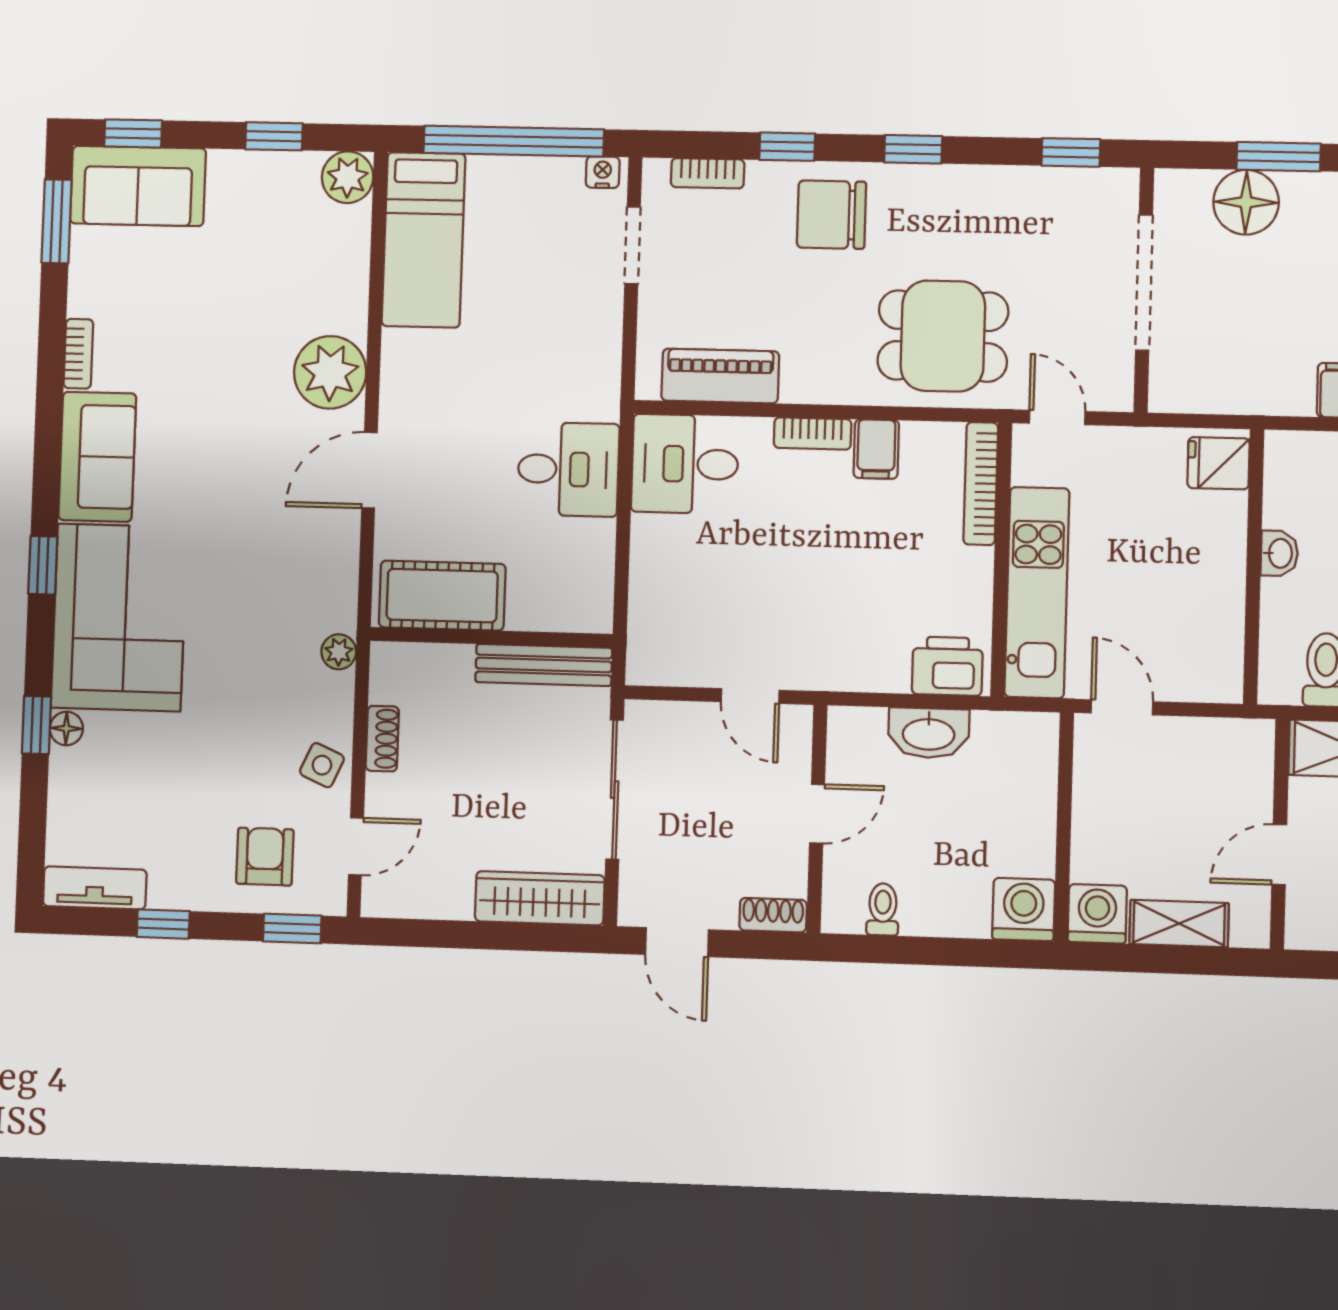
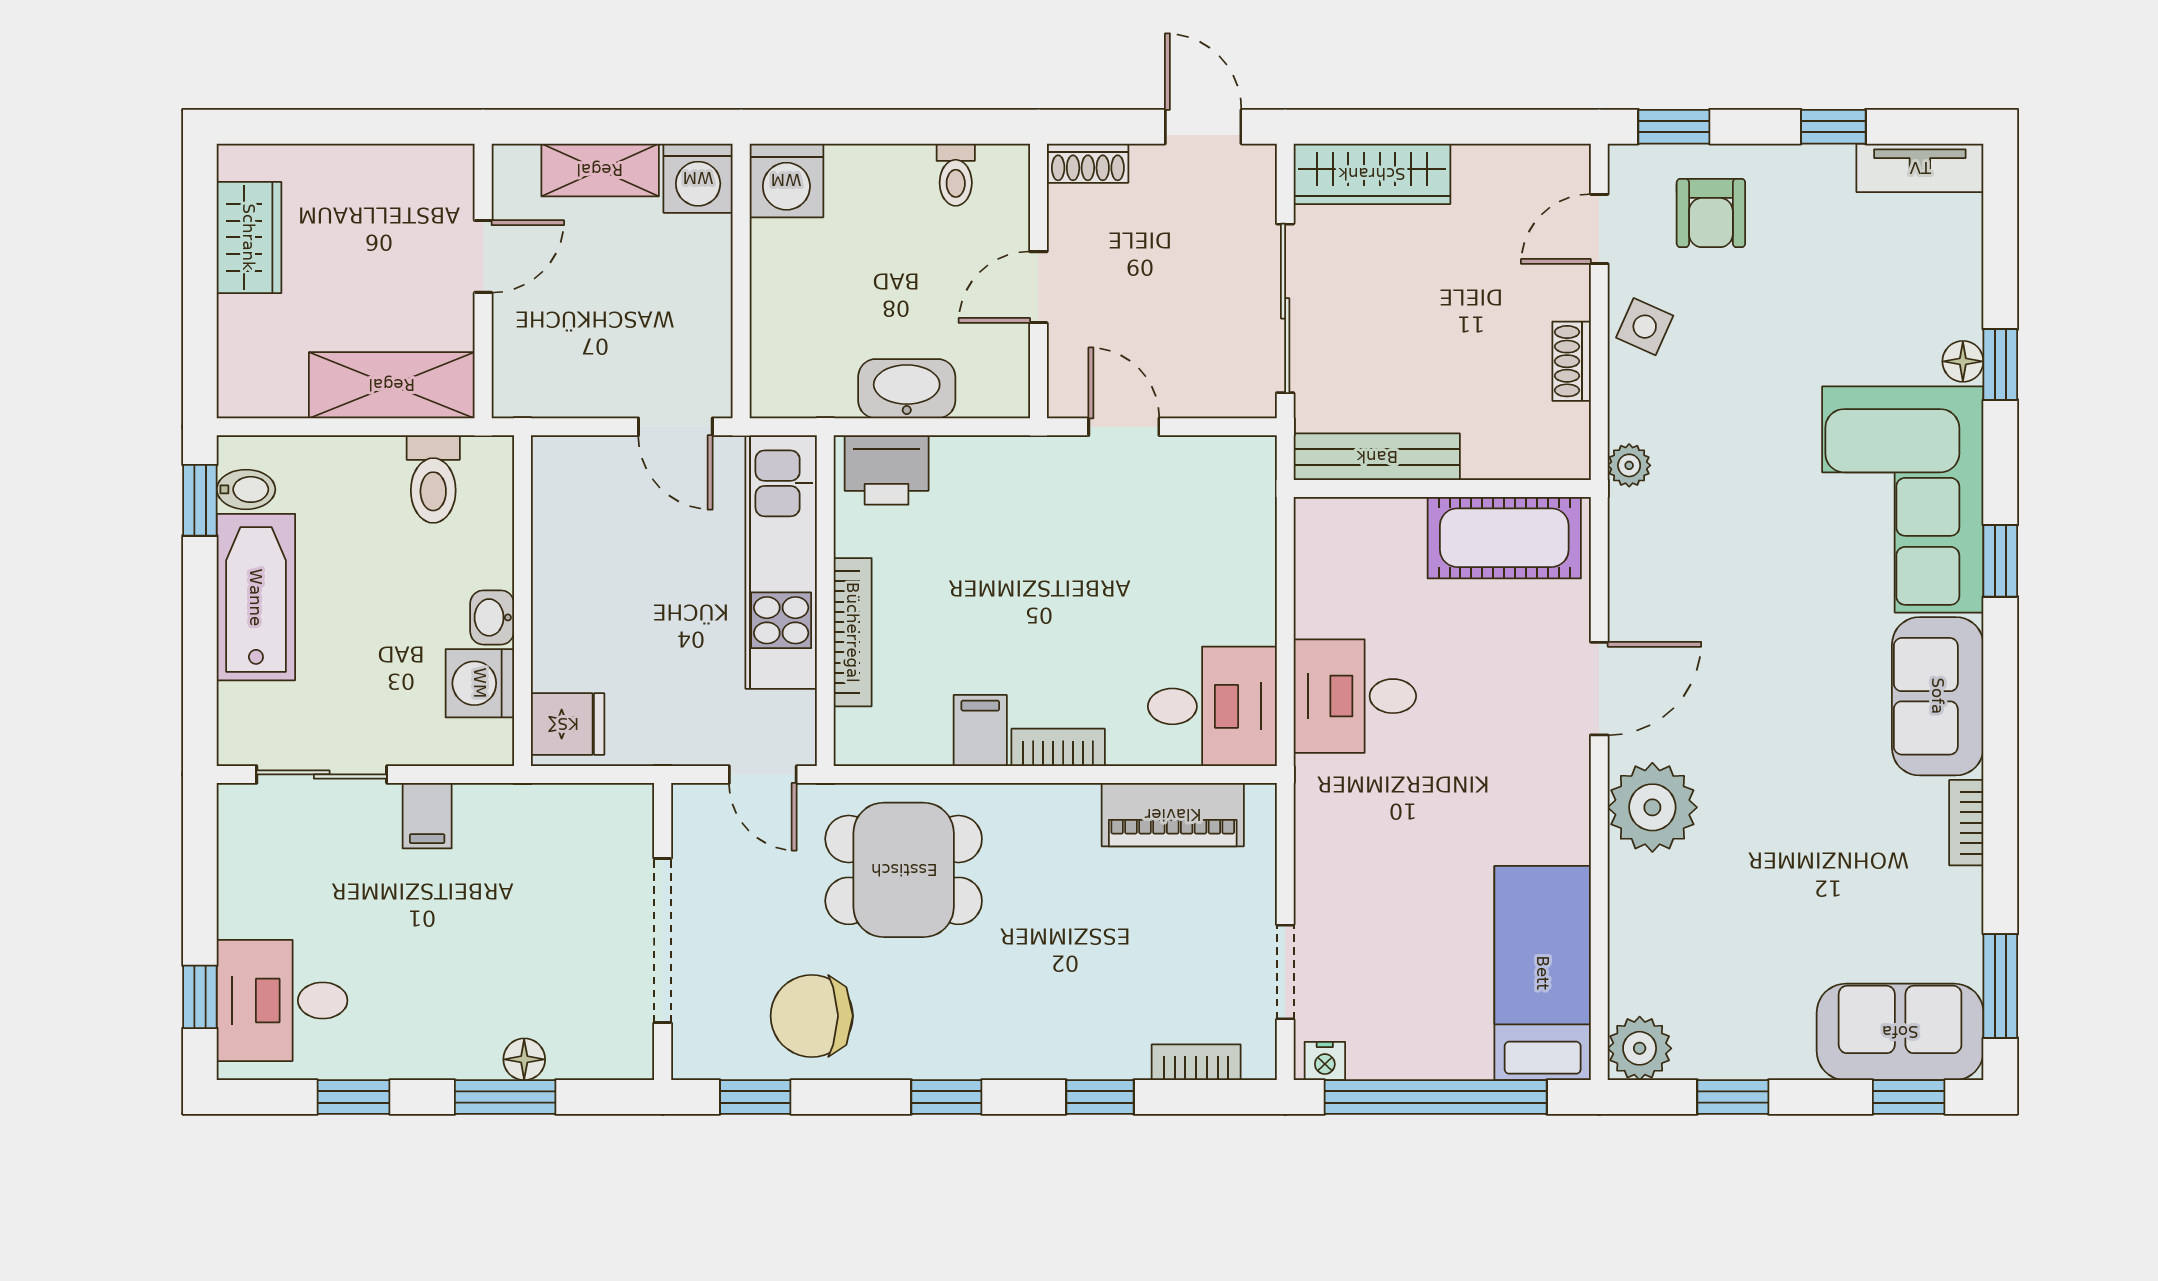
floor lamp: (1246, 202) -> (524, 1059), width x0.53, depth x0.53
chair: (831, 215) -> (812, 1016), moved, turned 180
bookcase: (981, 484) -> (853, 632), moved
washing machine: (1291, 499) -> (480, 683), added

